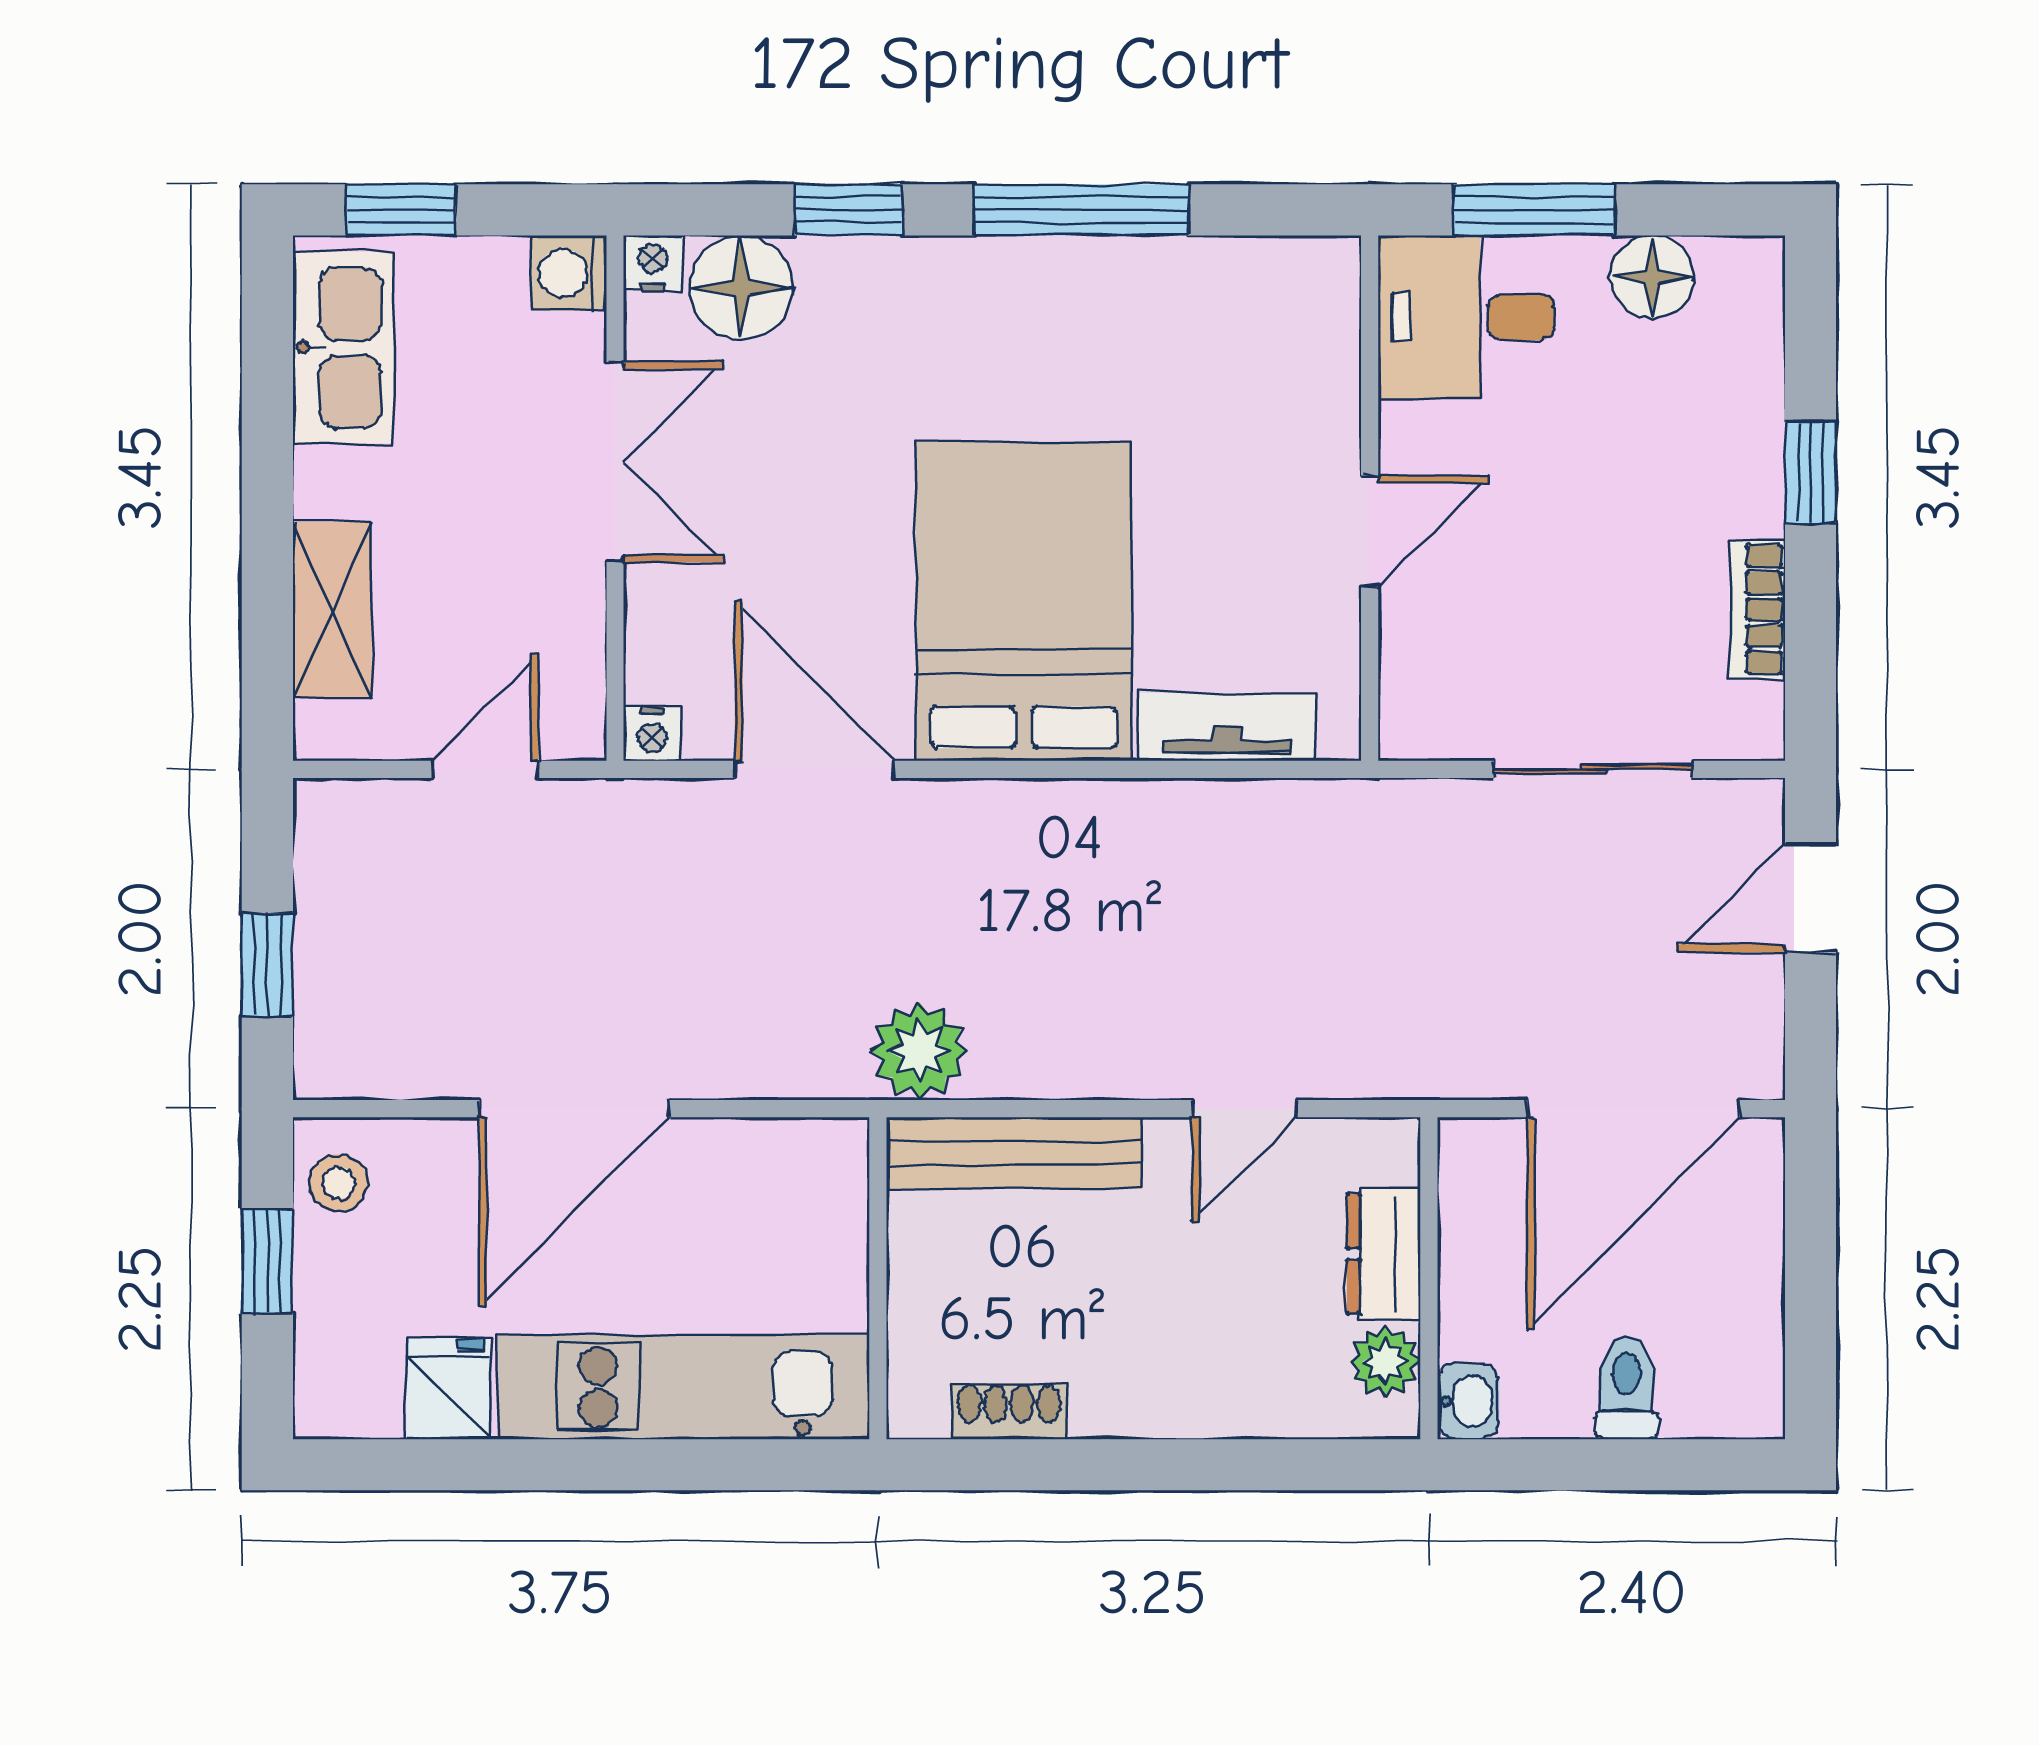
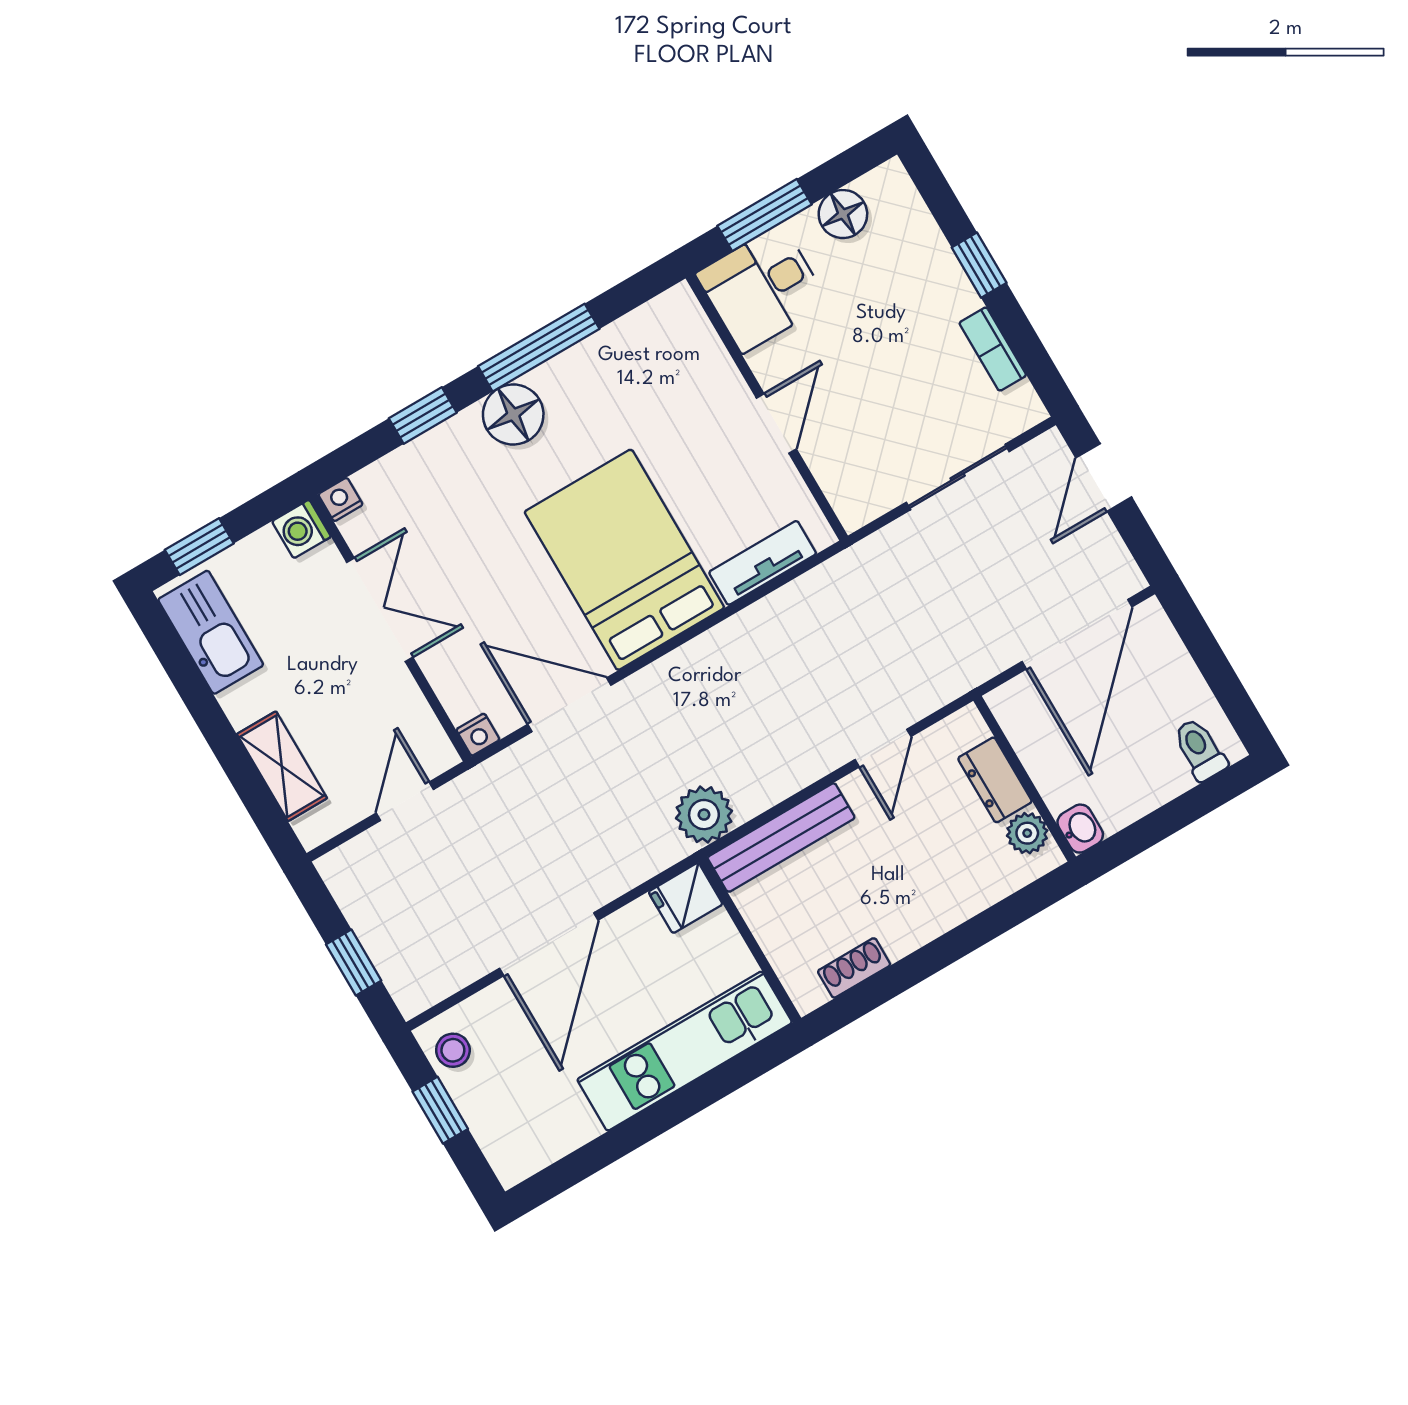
floor lamp: (741, 287) -> (513, 415), moved
toilet: (1627, 1388) -> (1200, 750), moved
fridge: (449, 1389) -> (686, 898), moved, turned -90

